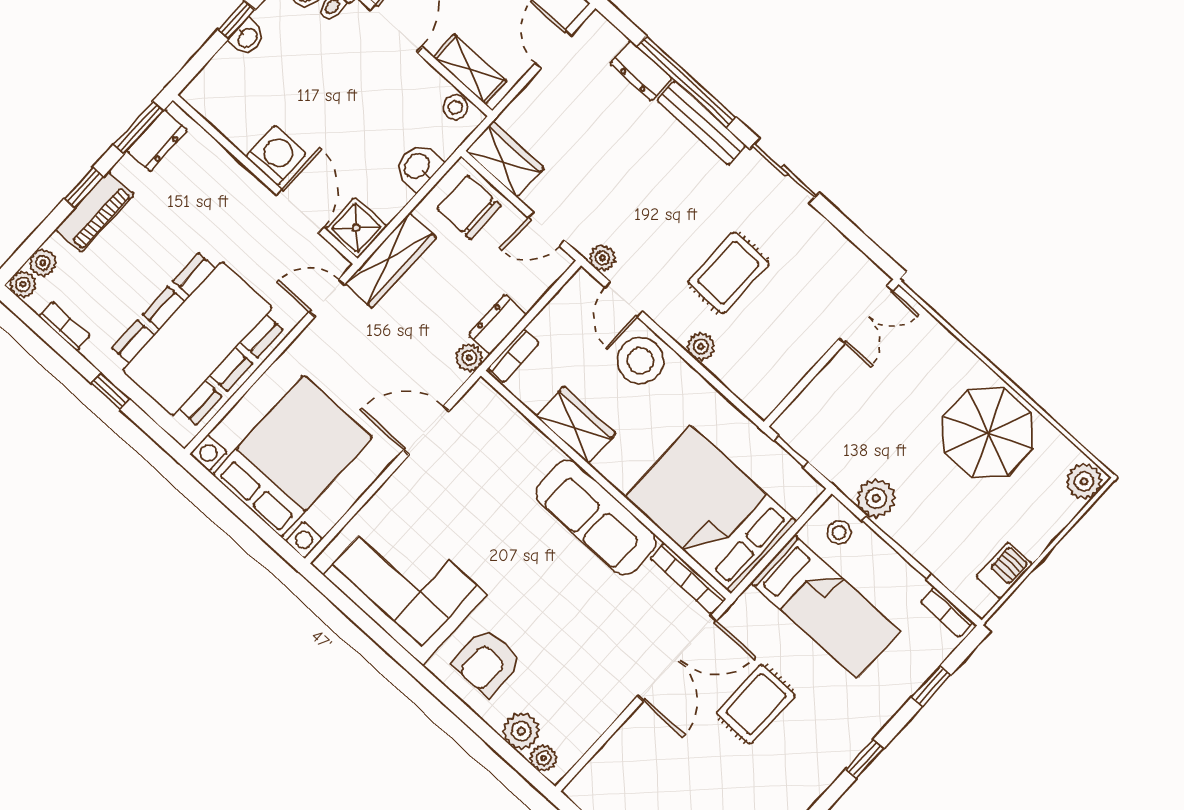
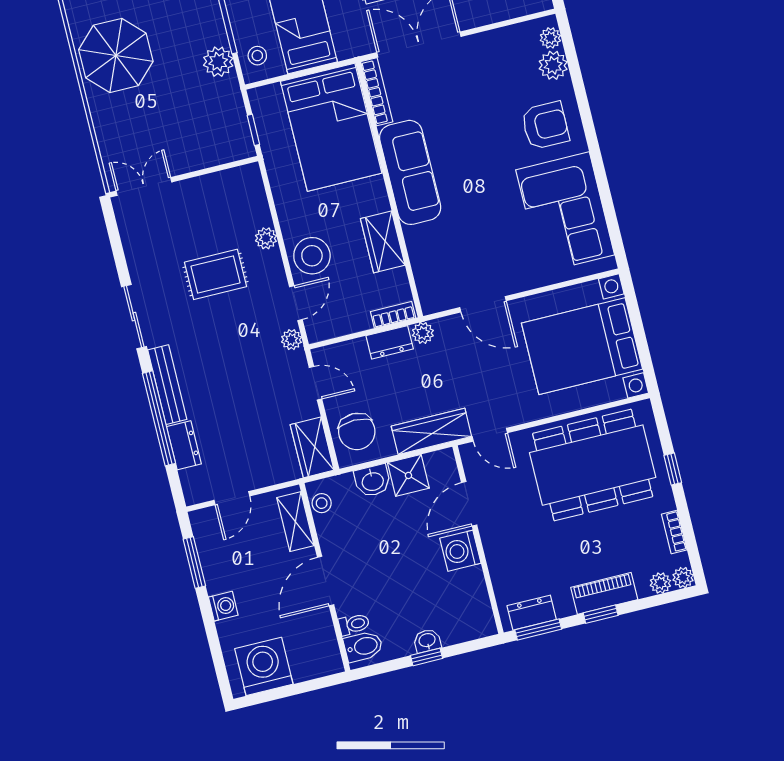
shower: (356, 228) -> (408, 475), moved

